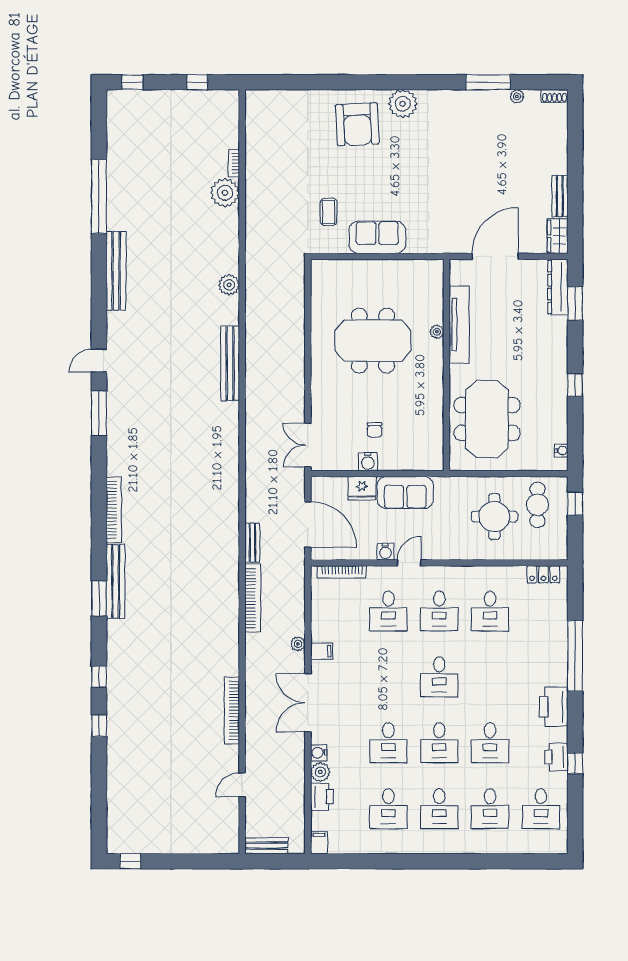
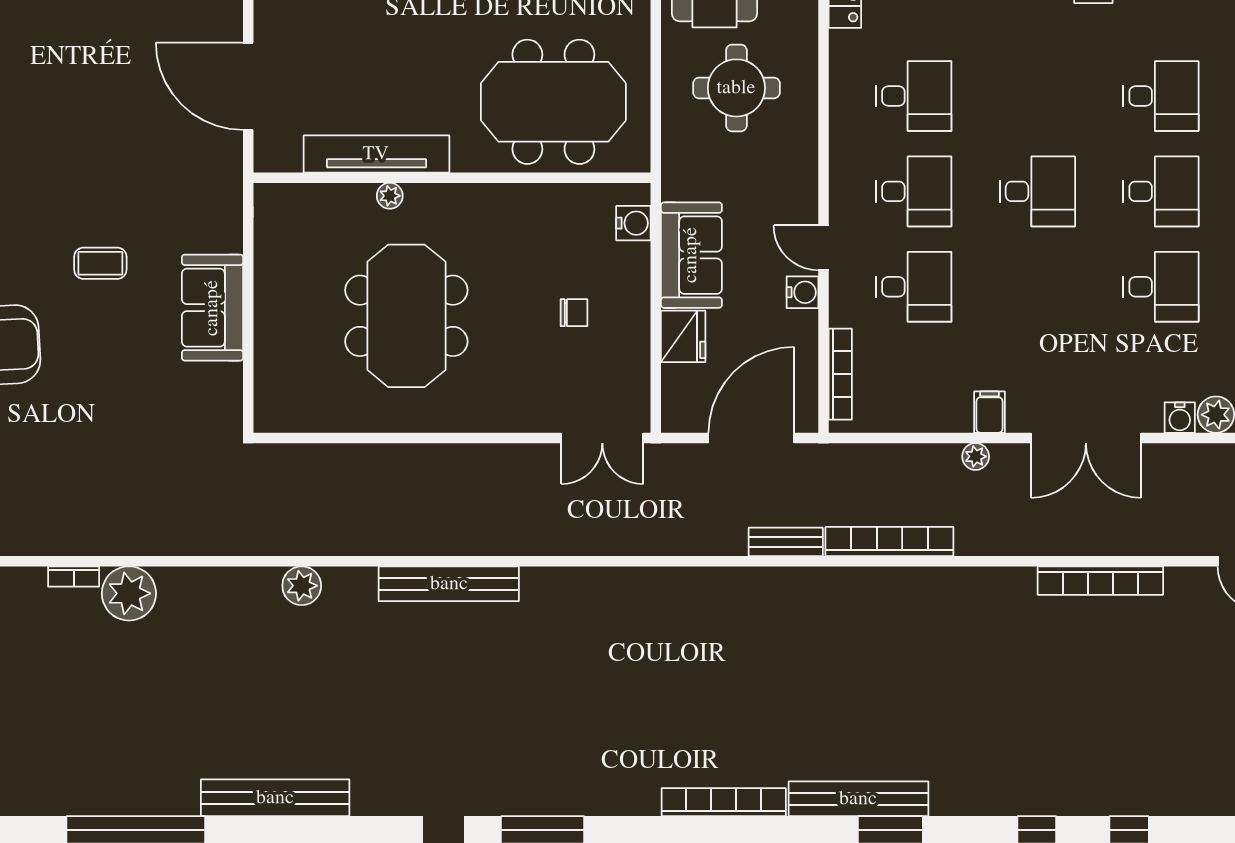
coffee table: (329, 212) -> (100, 263), moved
water cooler: (368, 462) -> (633, 223), moved

